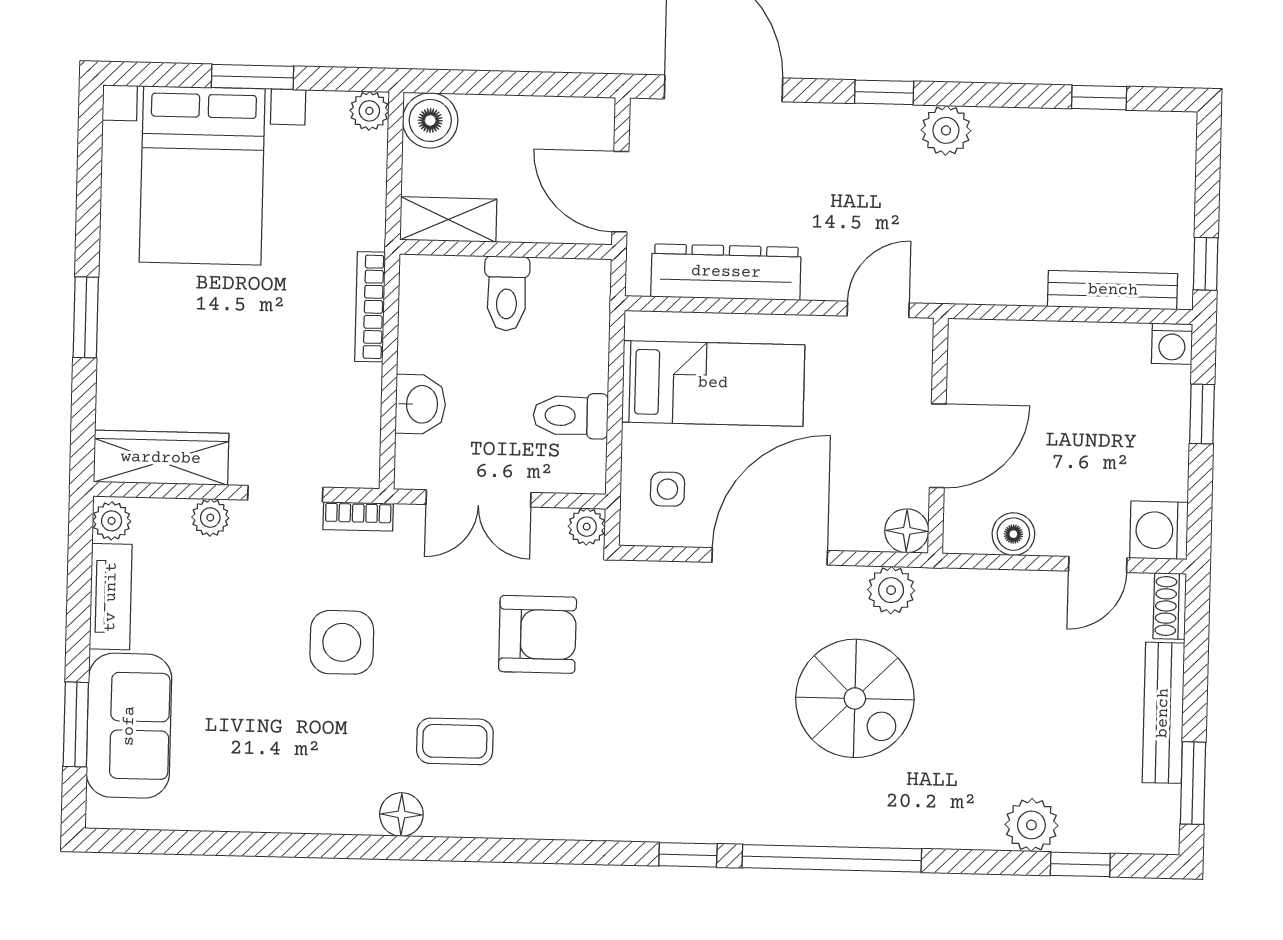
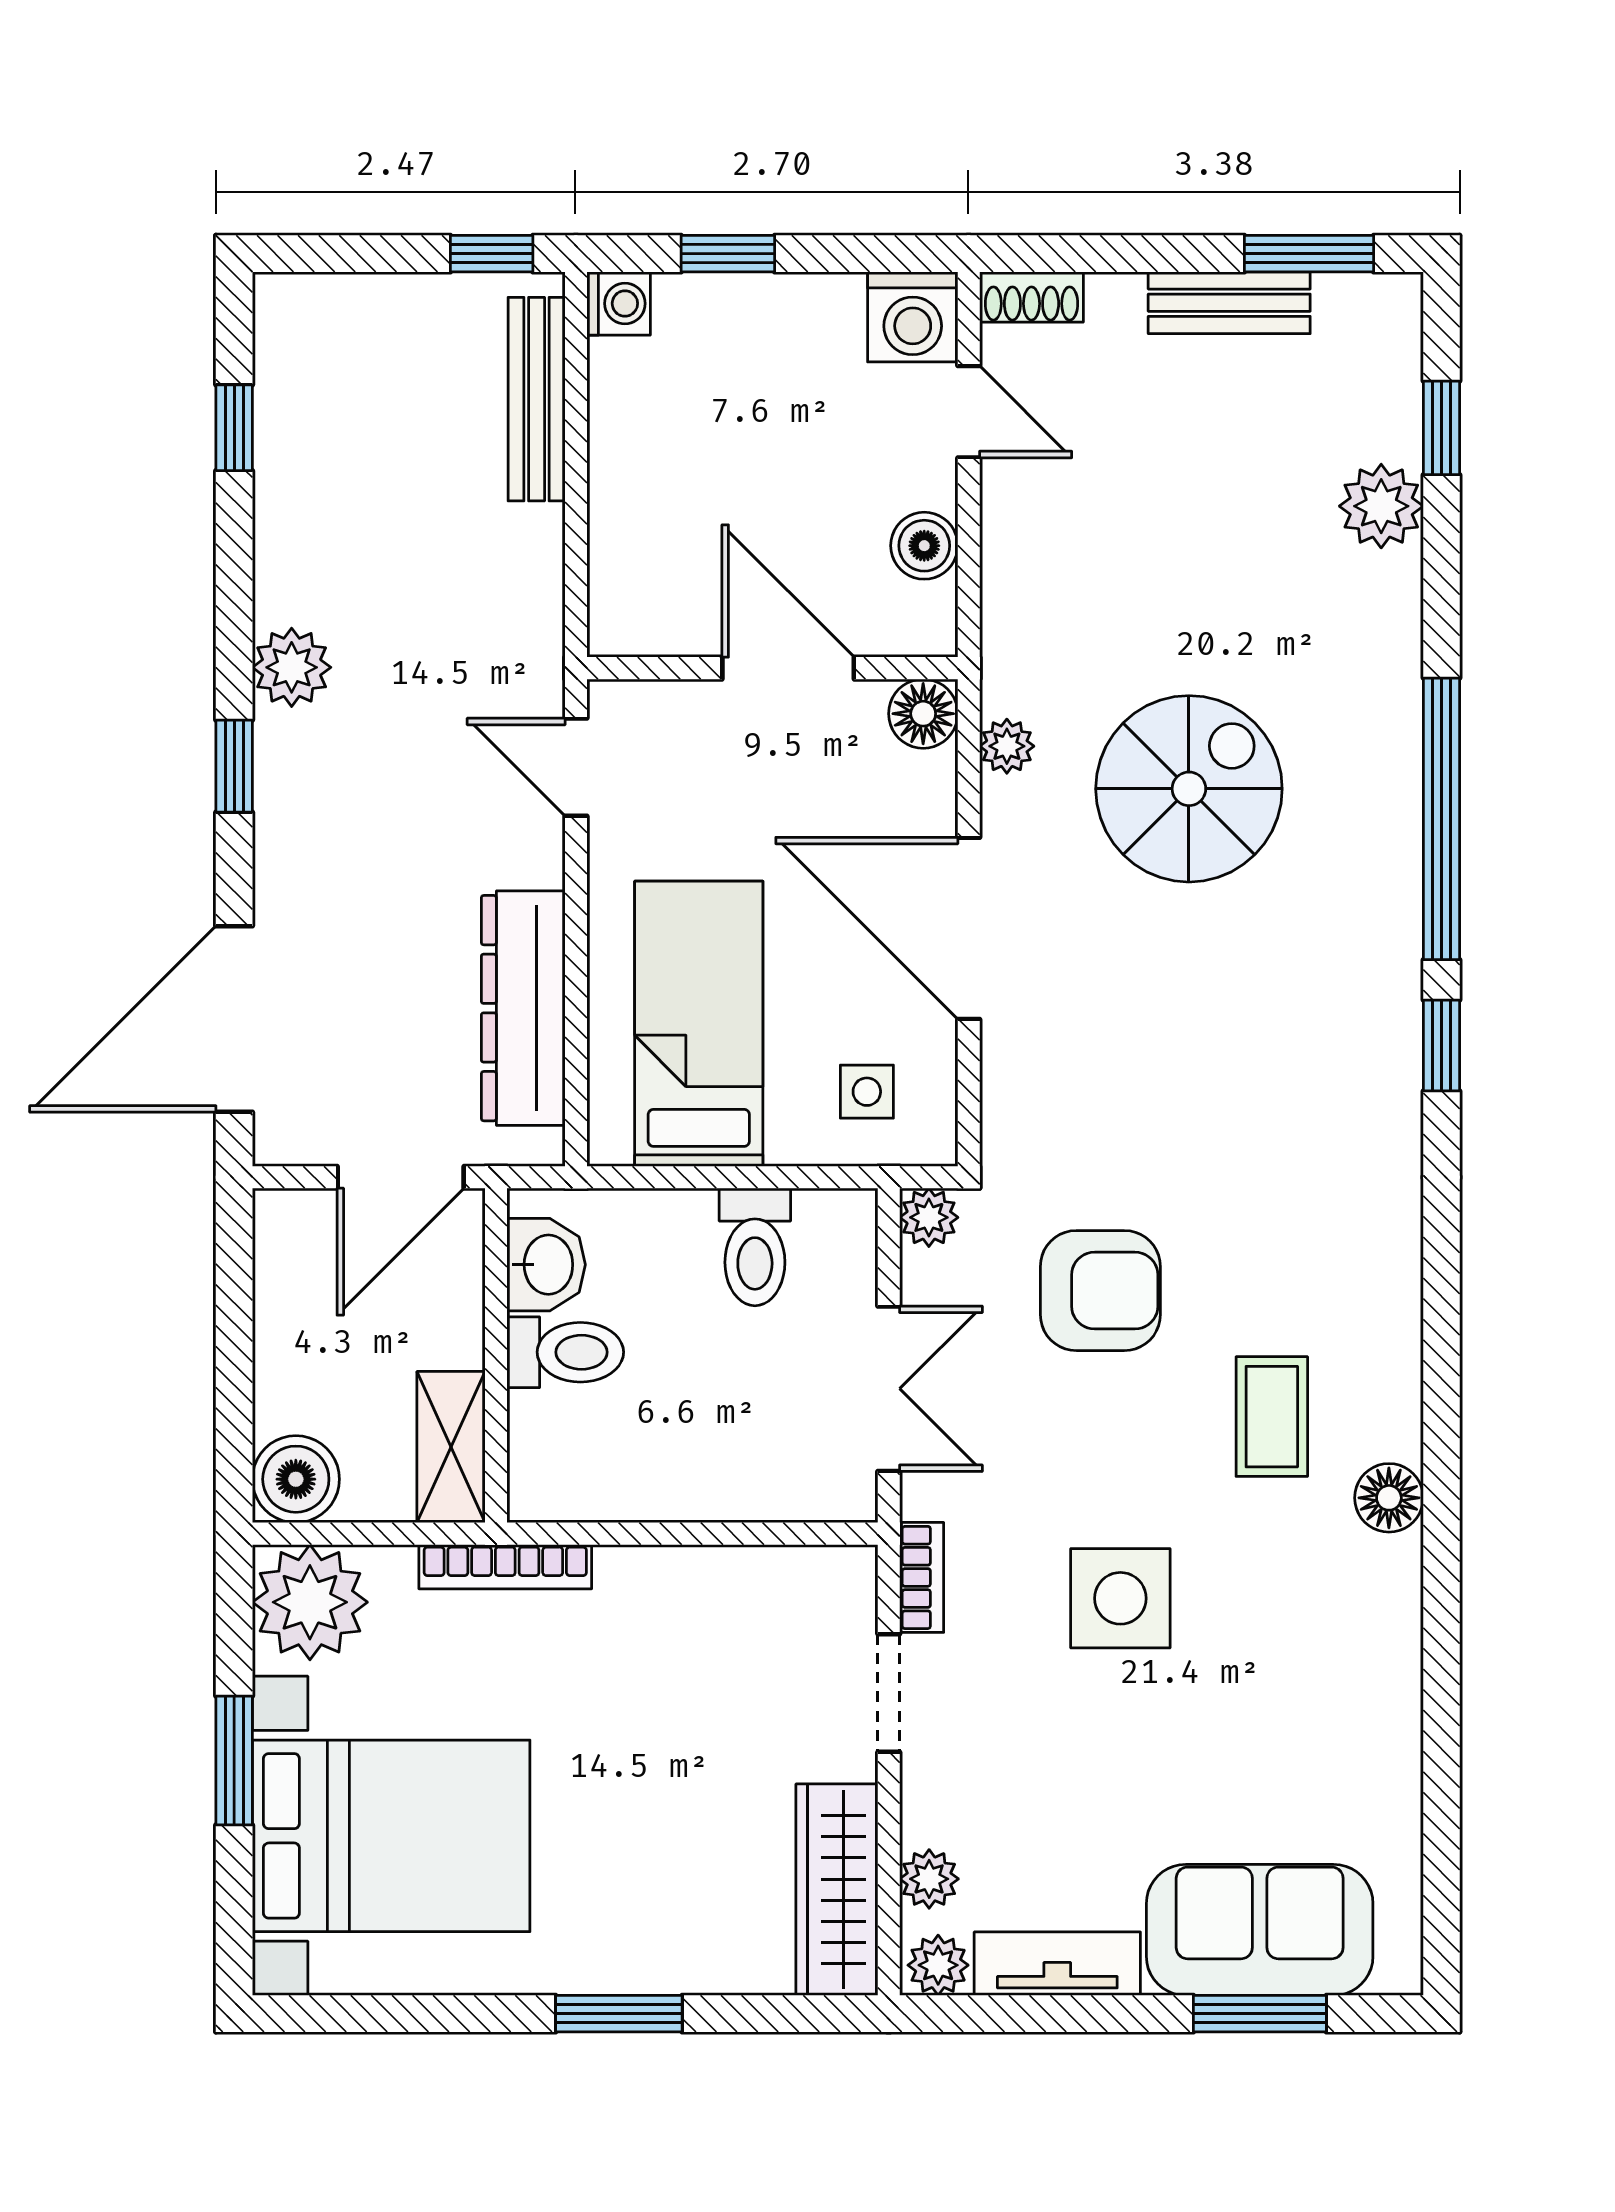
plant: (369, 111) -> (310, 1602), width x1.87, depth x1.87
bookcase: (370, 307) -> (505, 1567), moved
washbasin: (421, 404) -> (546, 1265), moved, turned 90
plant: (210, 518) -> (929, 1879), moved
plant: (891, 590) -> (1007, 746), width x0.73, depth x0.73
armchair: (538, 634) -> (1100, 1291), turned 90
bench: (1163, 713) -> (1229, 303), width x0.73

